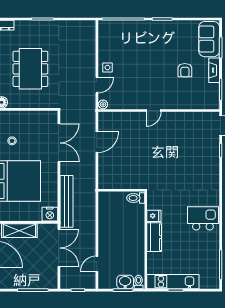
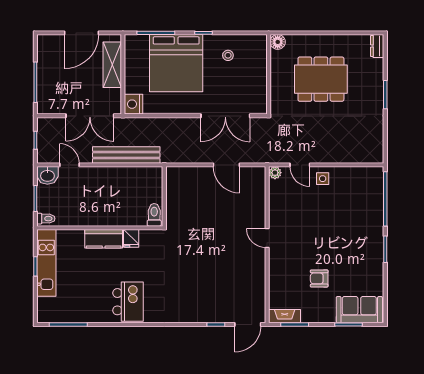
fireplace: (214, 70) -> (285, 316), moved
bench: (67, 201) -> (126, 155), moved
washbasin: (125, 282) -> (47, 175), moved, turned 90

